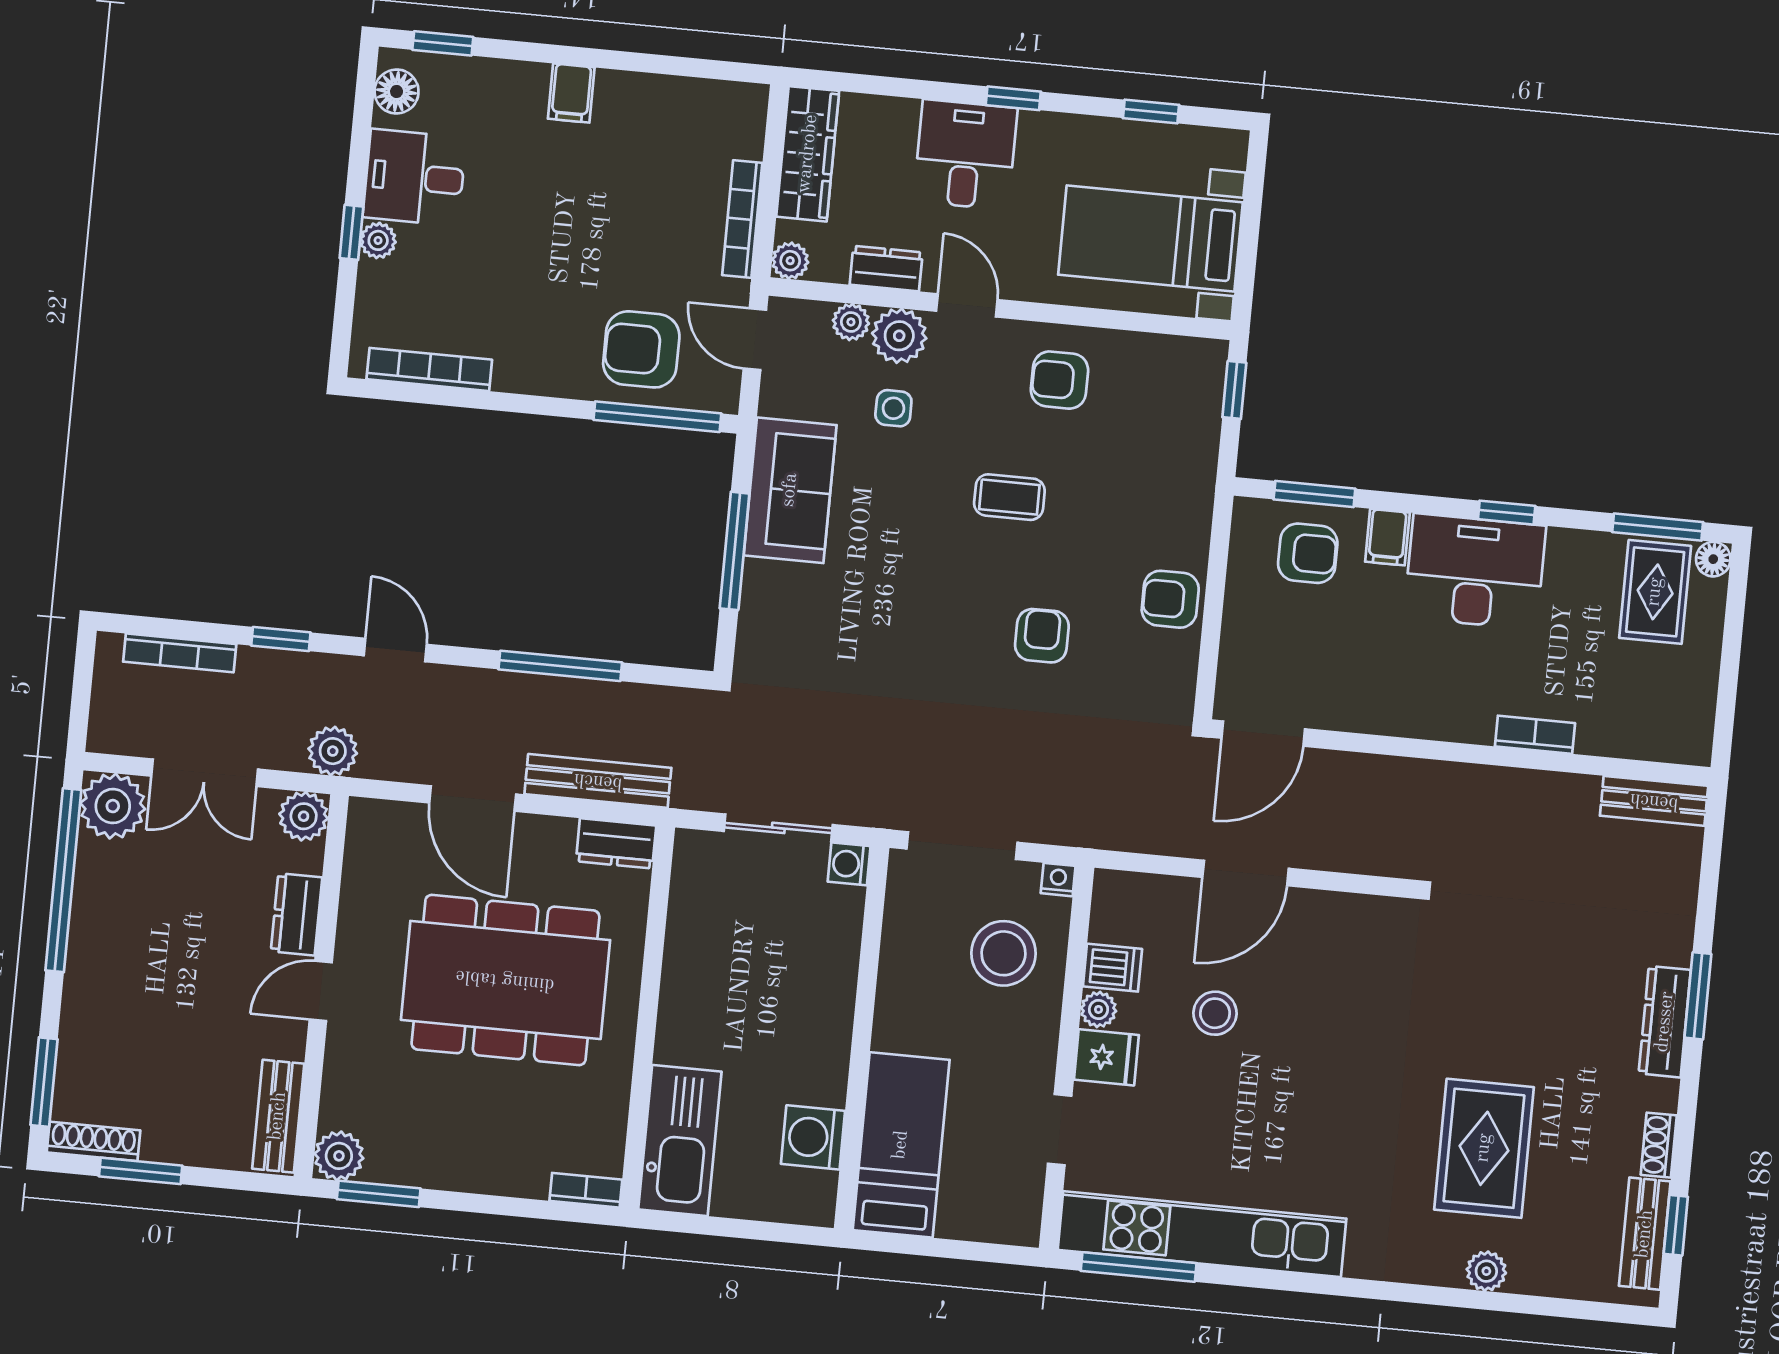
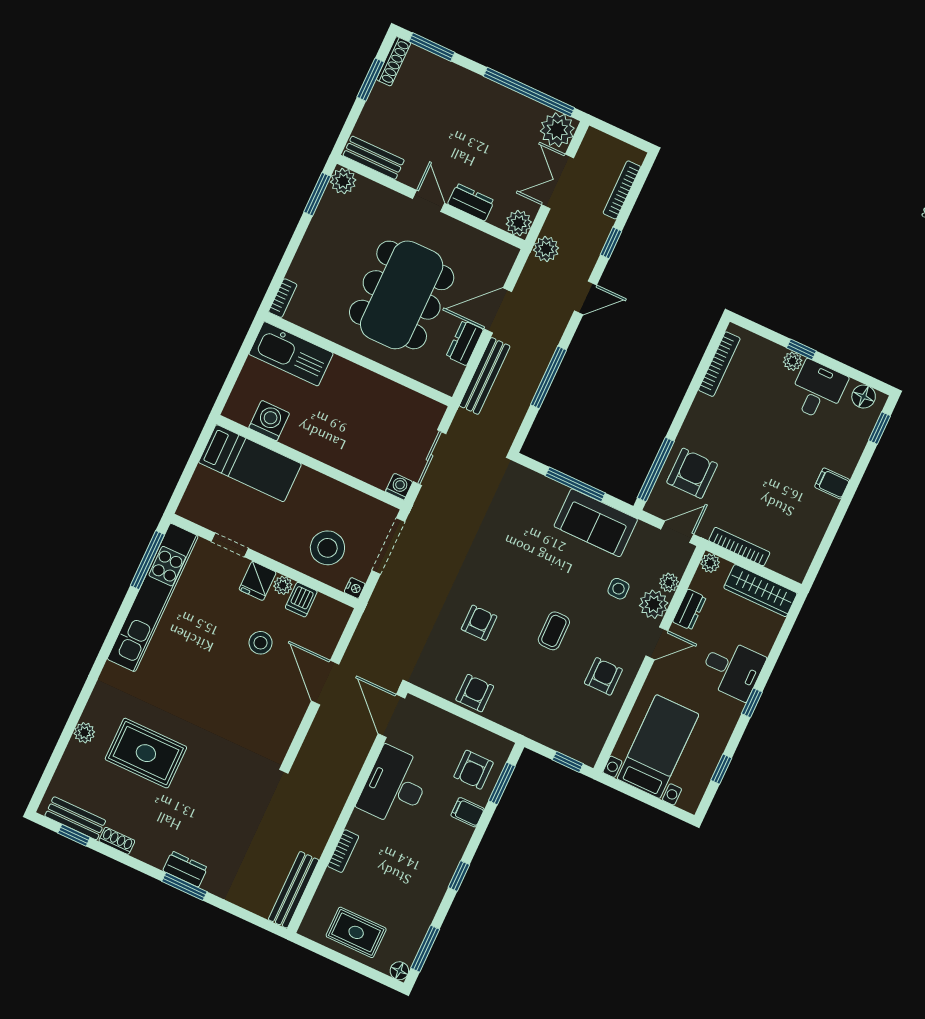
desk: (1475, 572) -> (395, 786), moved, turned 180
rug: (1655, 592) -> (356, 932), moved
armchair: (1042, 636) -> (479, 623), turned -90
bench: (1654, 801) -> (294, 890), width x1.36
dresser: (616, 843) -> (465, 343), moved
dresser: (1665, 1022) -> (185, 869), width x0.70

